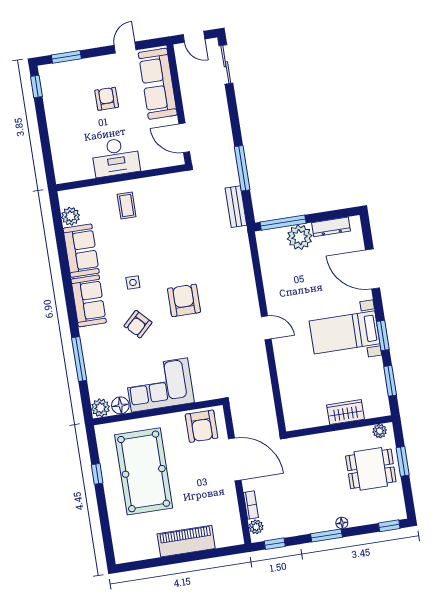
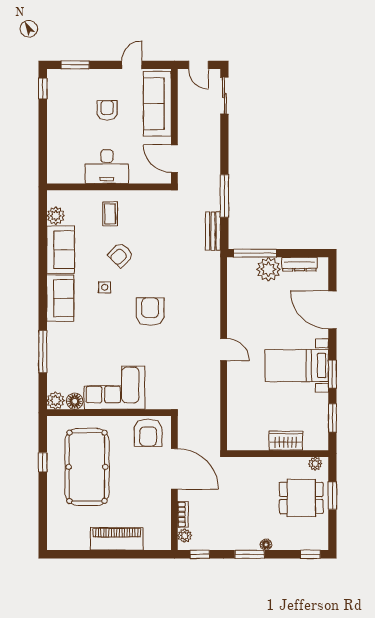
armchair: (138, 324) -> (121, 255), moved

